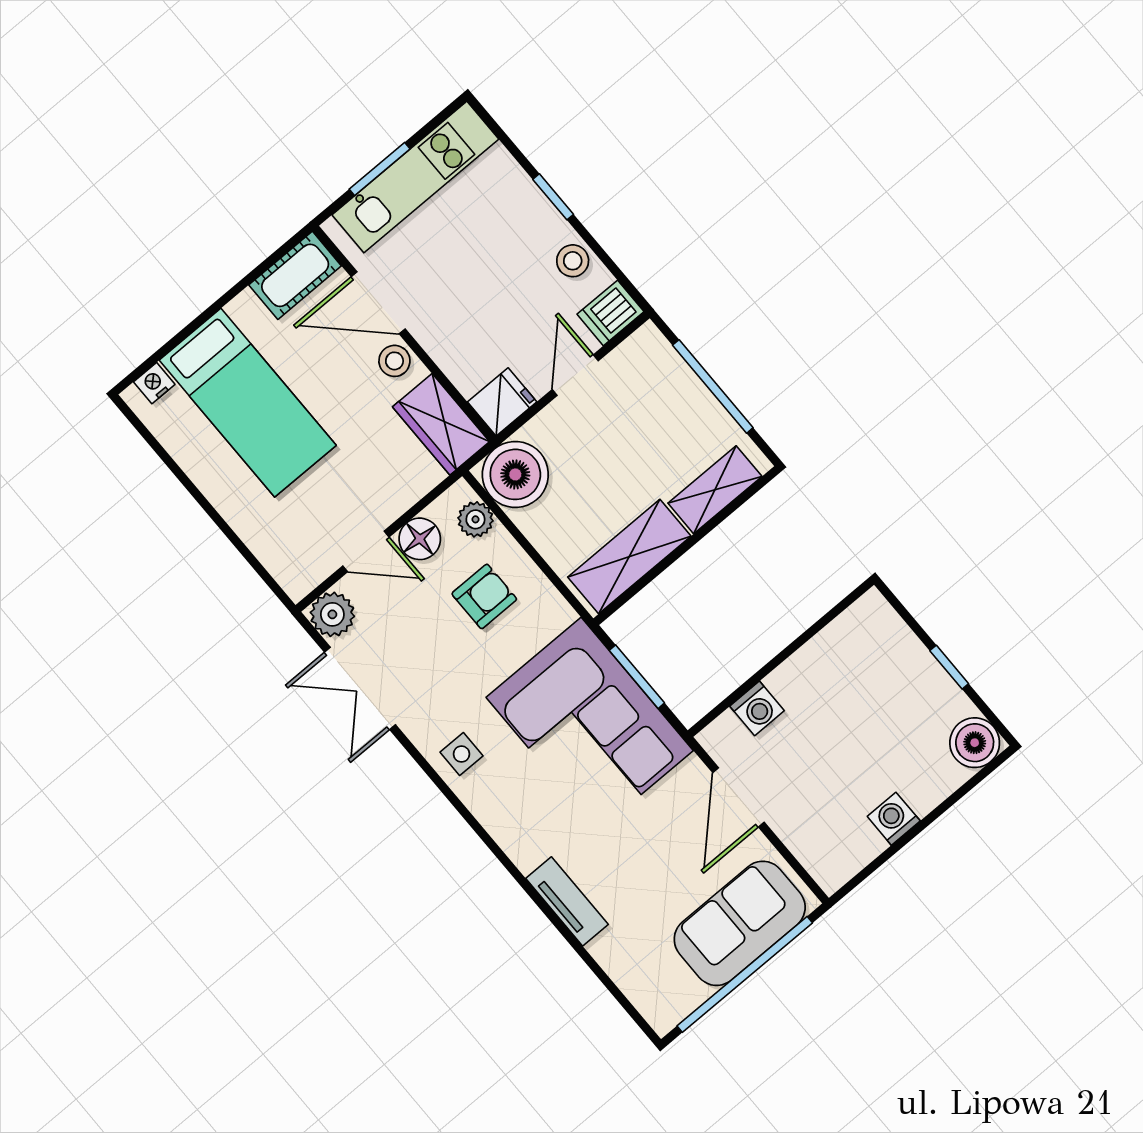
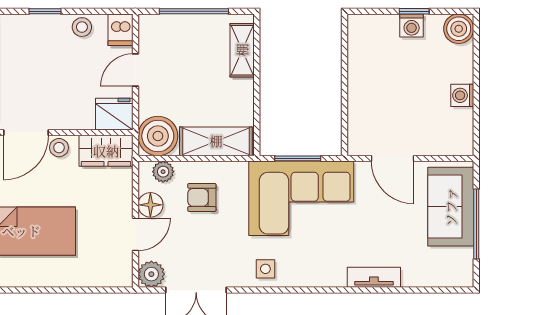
door: (575, 375) -> (135, 70), hinge flipped
fridge: (502, 402) -> (114, 114), width x1.38
shelving: (629, 557) -> (216, 141), moved, turned 90
armchair: (484, 596) -> (202, 197), turned -90
washing machine: (757, 708) -> (412, 26), moved, turned 90
window: (745, 974) -> (476, 224), width x0.68

